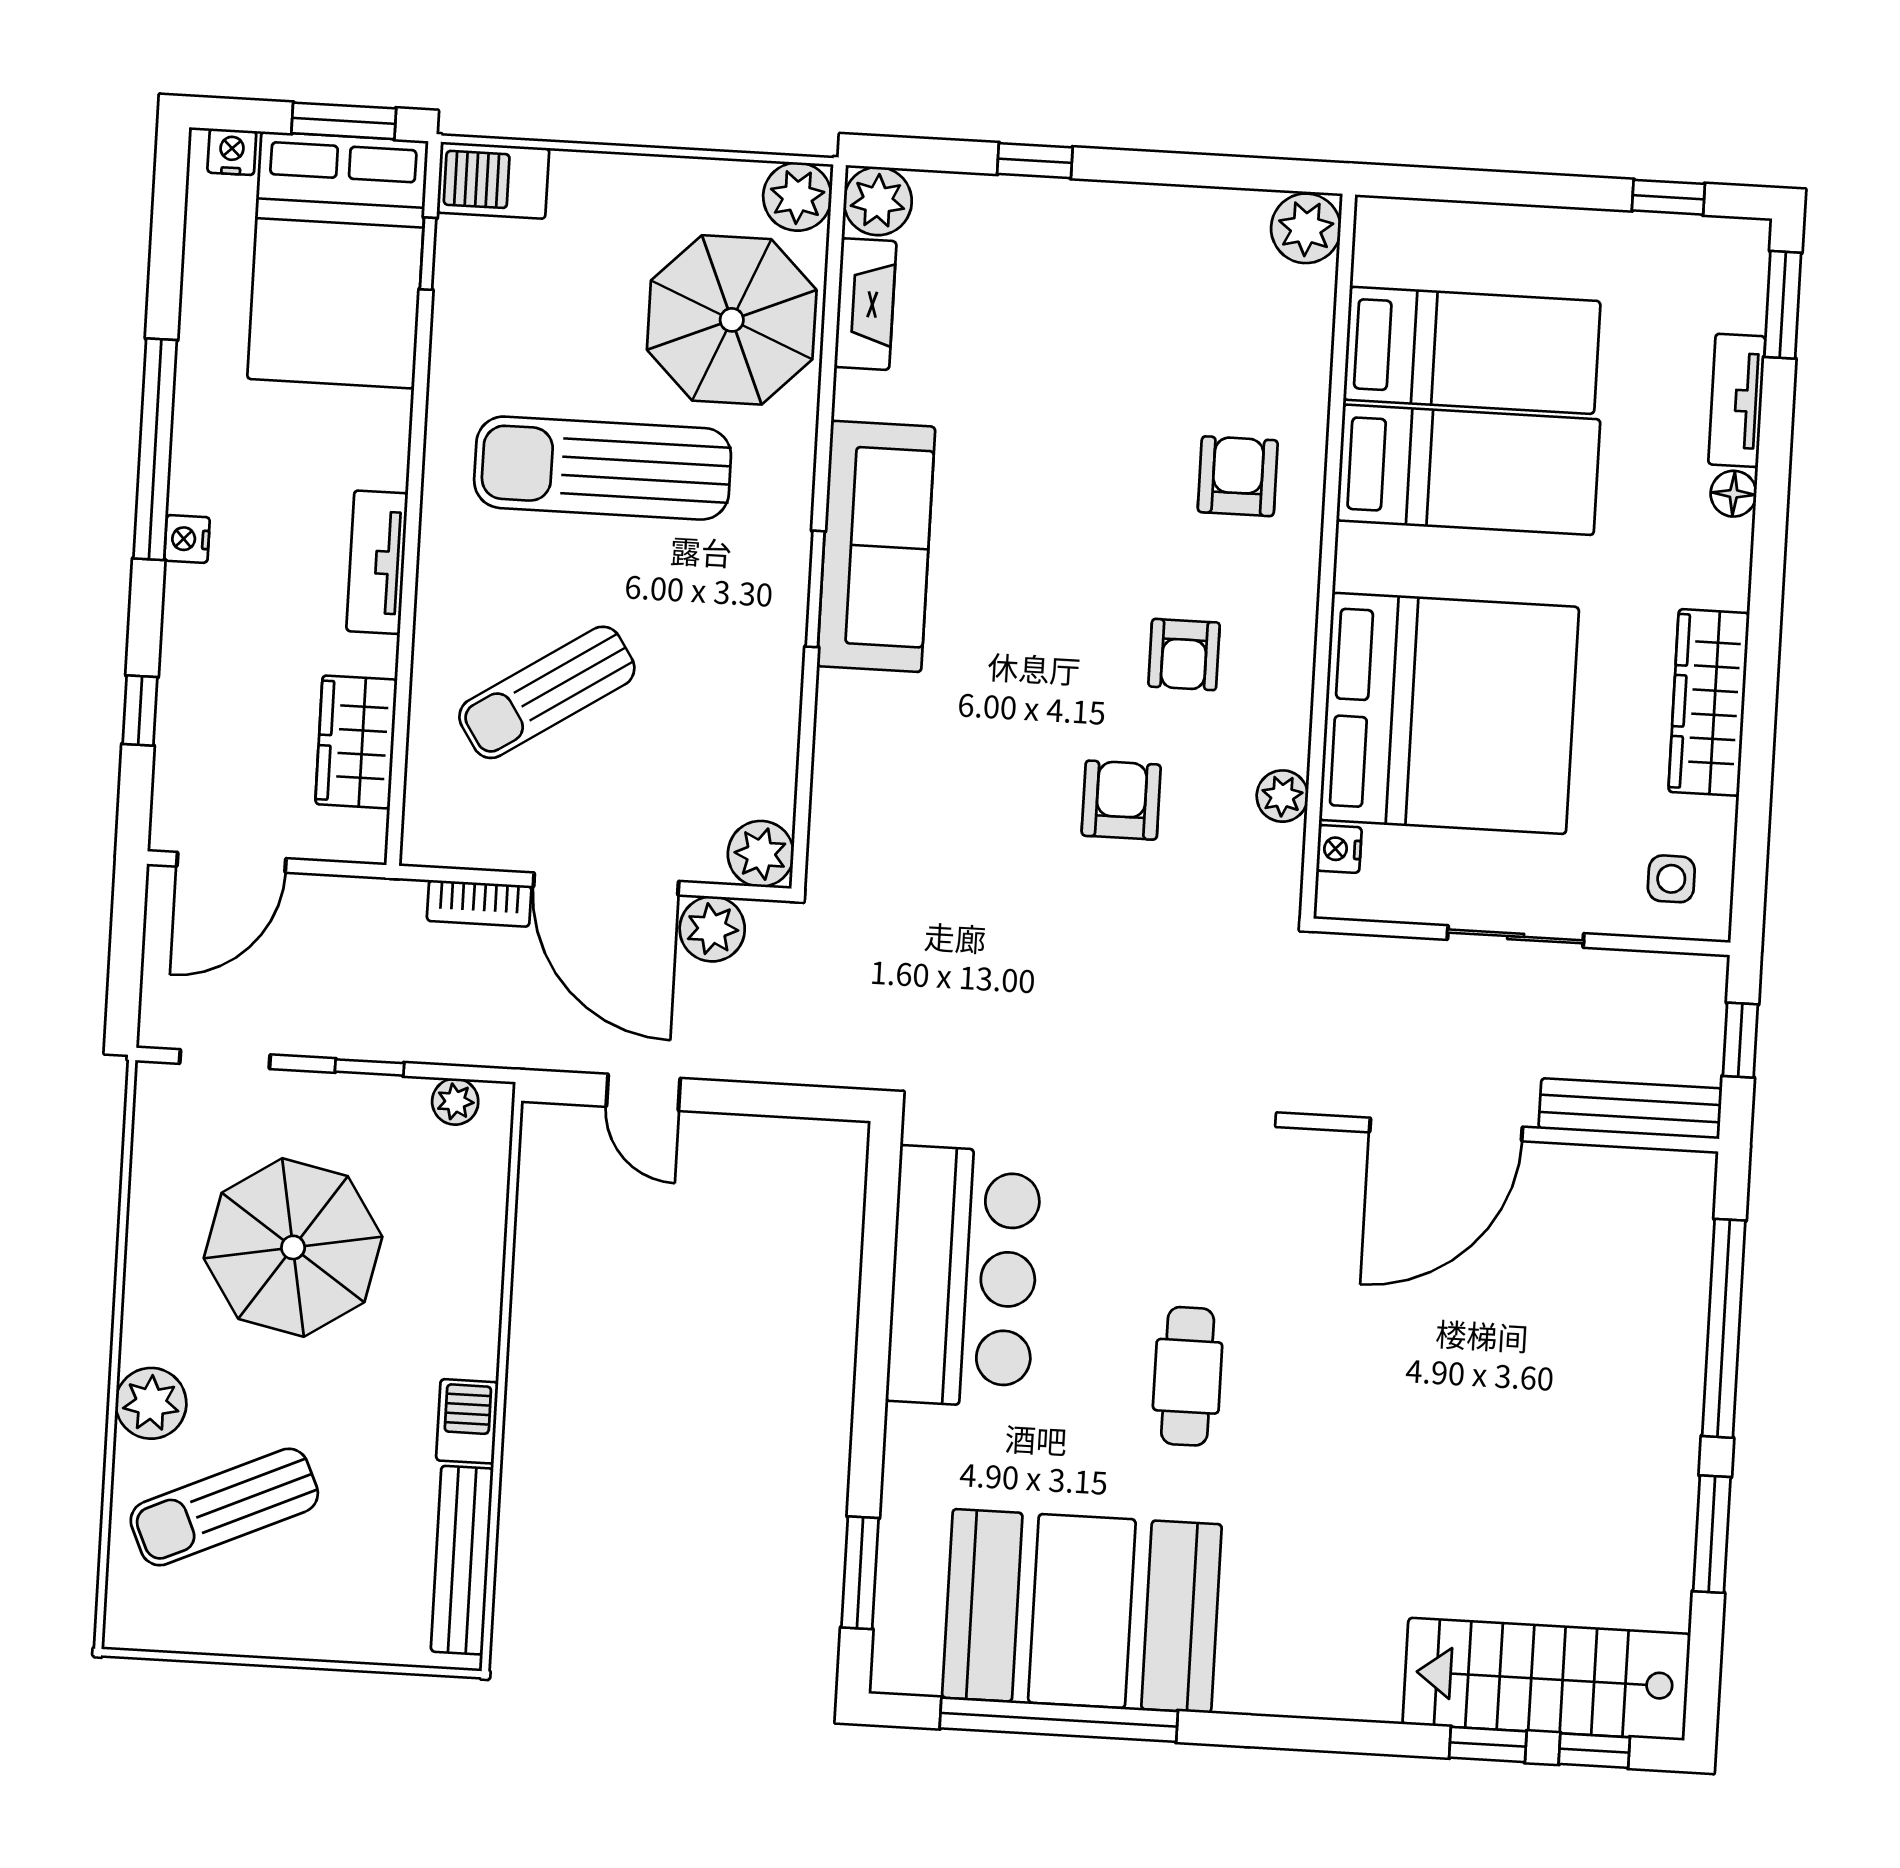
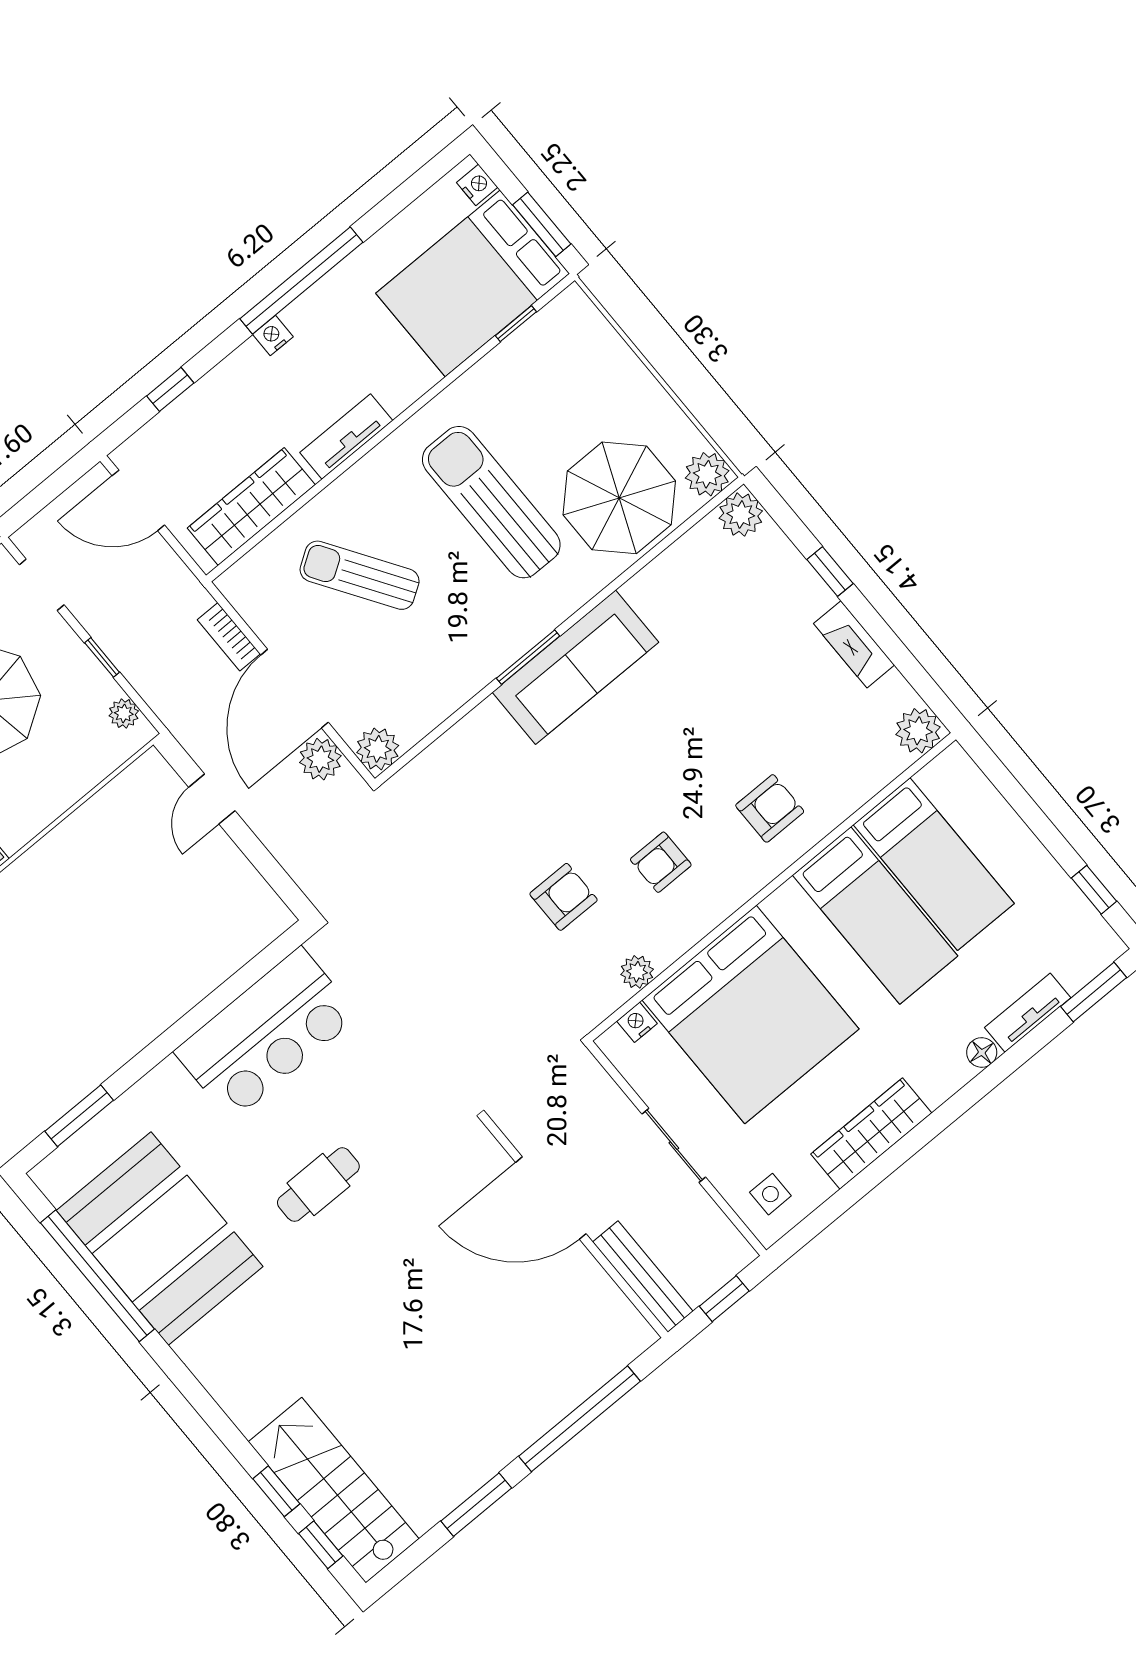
barbecue: (493, 180) -> (580, 322), removed
fireplace: (865, 304) -> (854, 644), moved, turned 90
wardrobe: (356, 742) -> (251, 506), width x1.50

